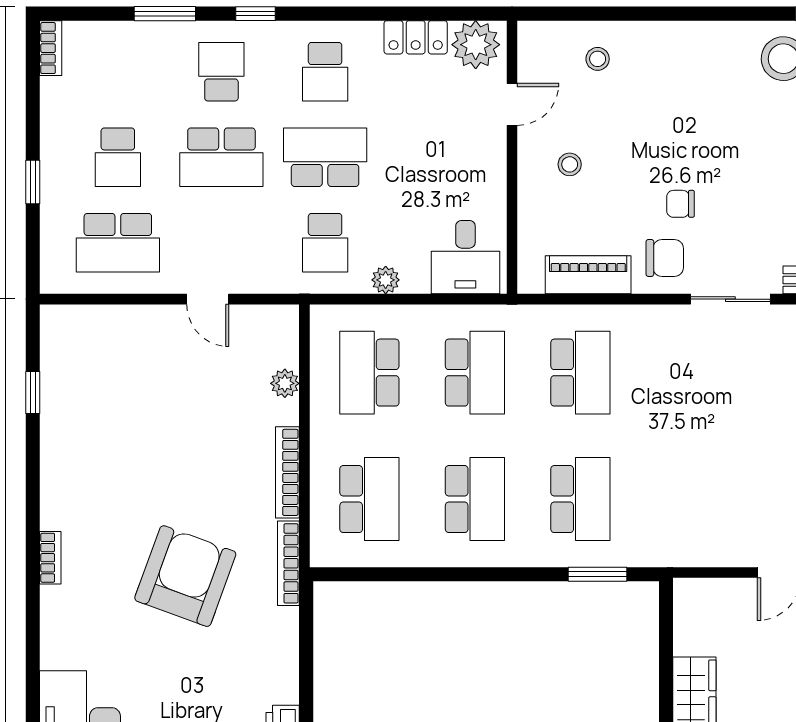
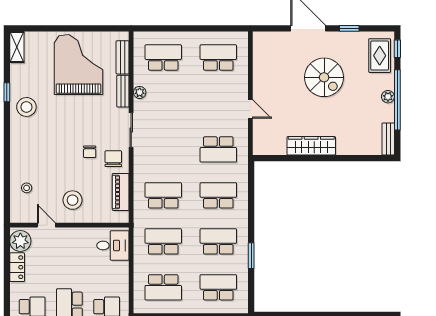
stool: (570, 164) -> (73, 200), width x1.89, depth x1.89
plant: (386, 280) -> (123, 280), removed
school desk: (686, 499) -> (218, 149), added
window: (598, 574) -> (251, 256), moved

